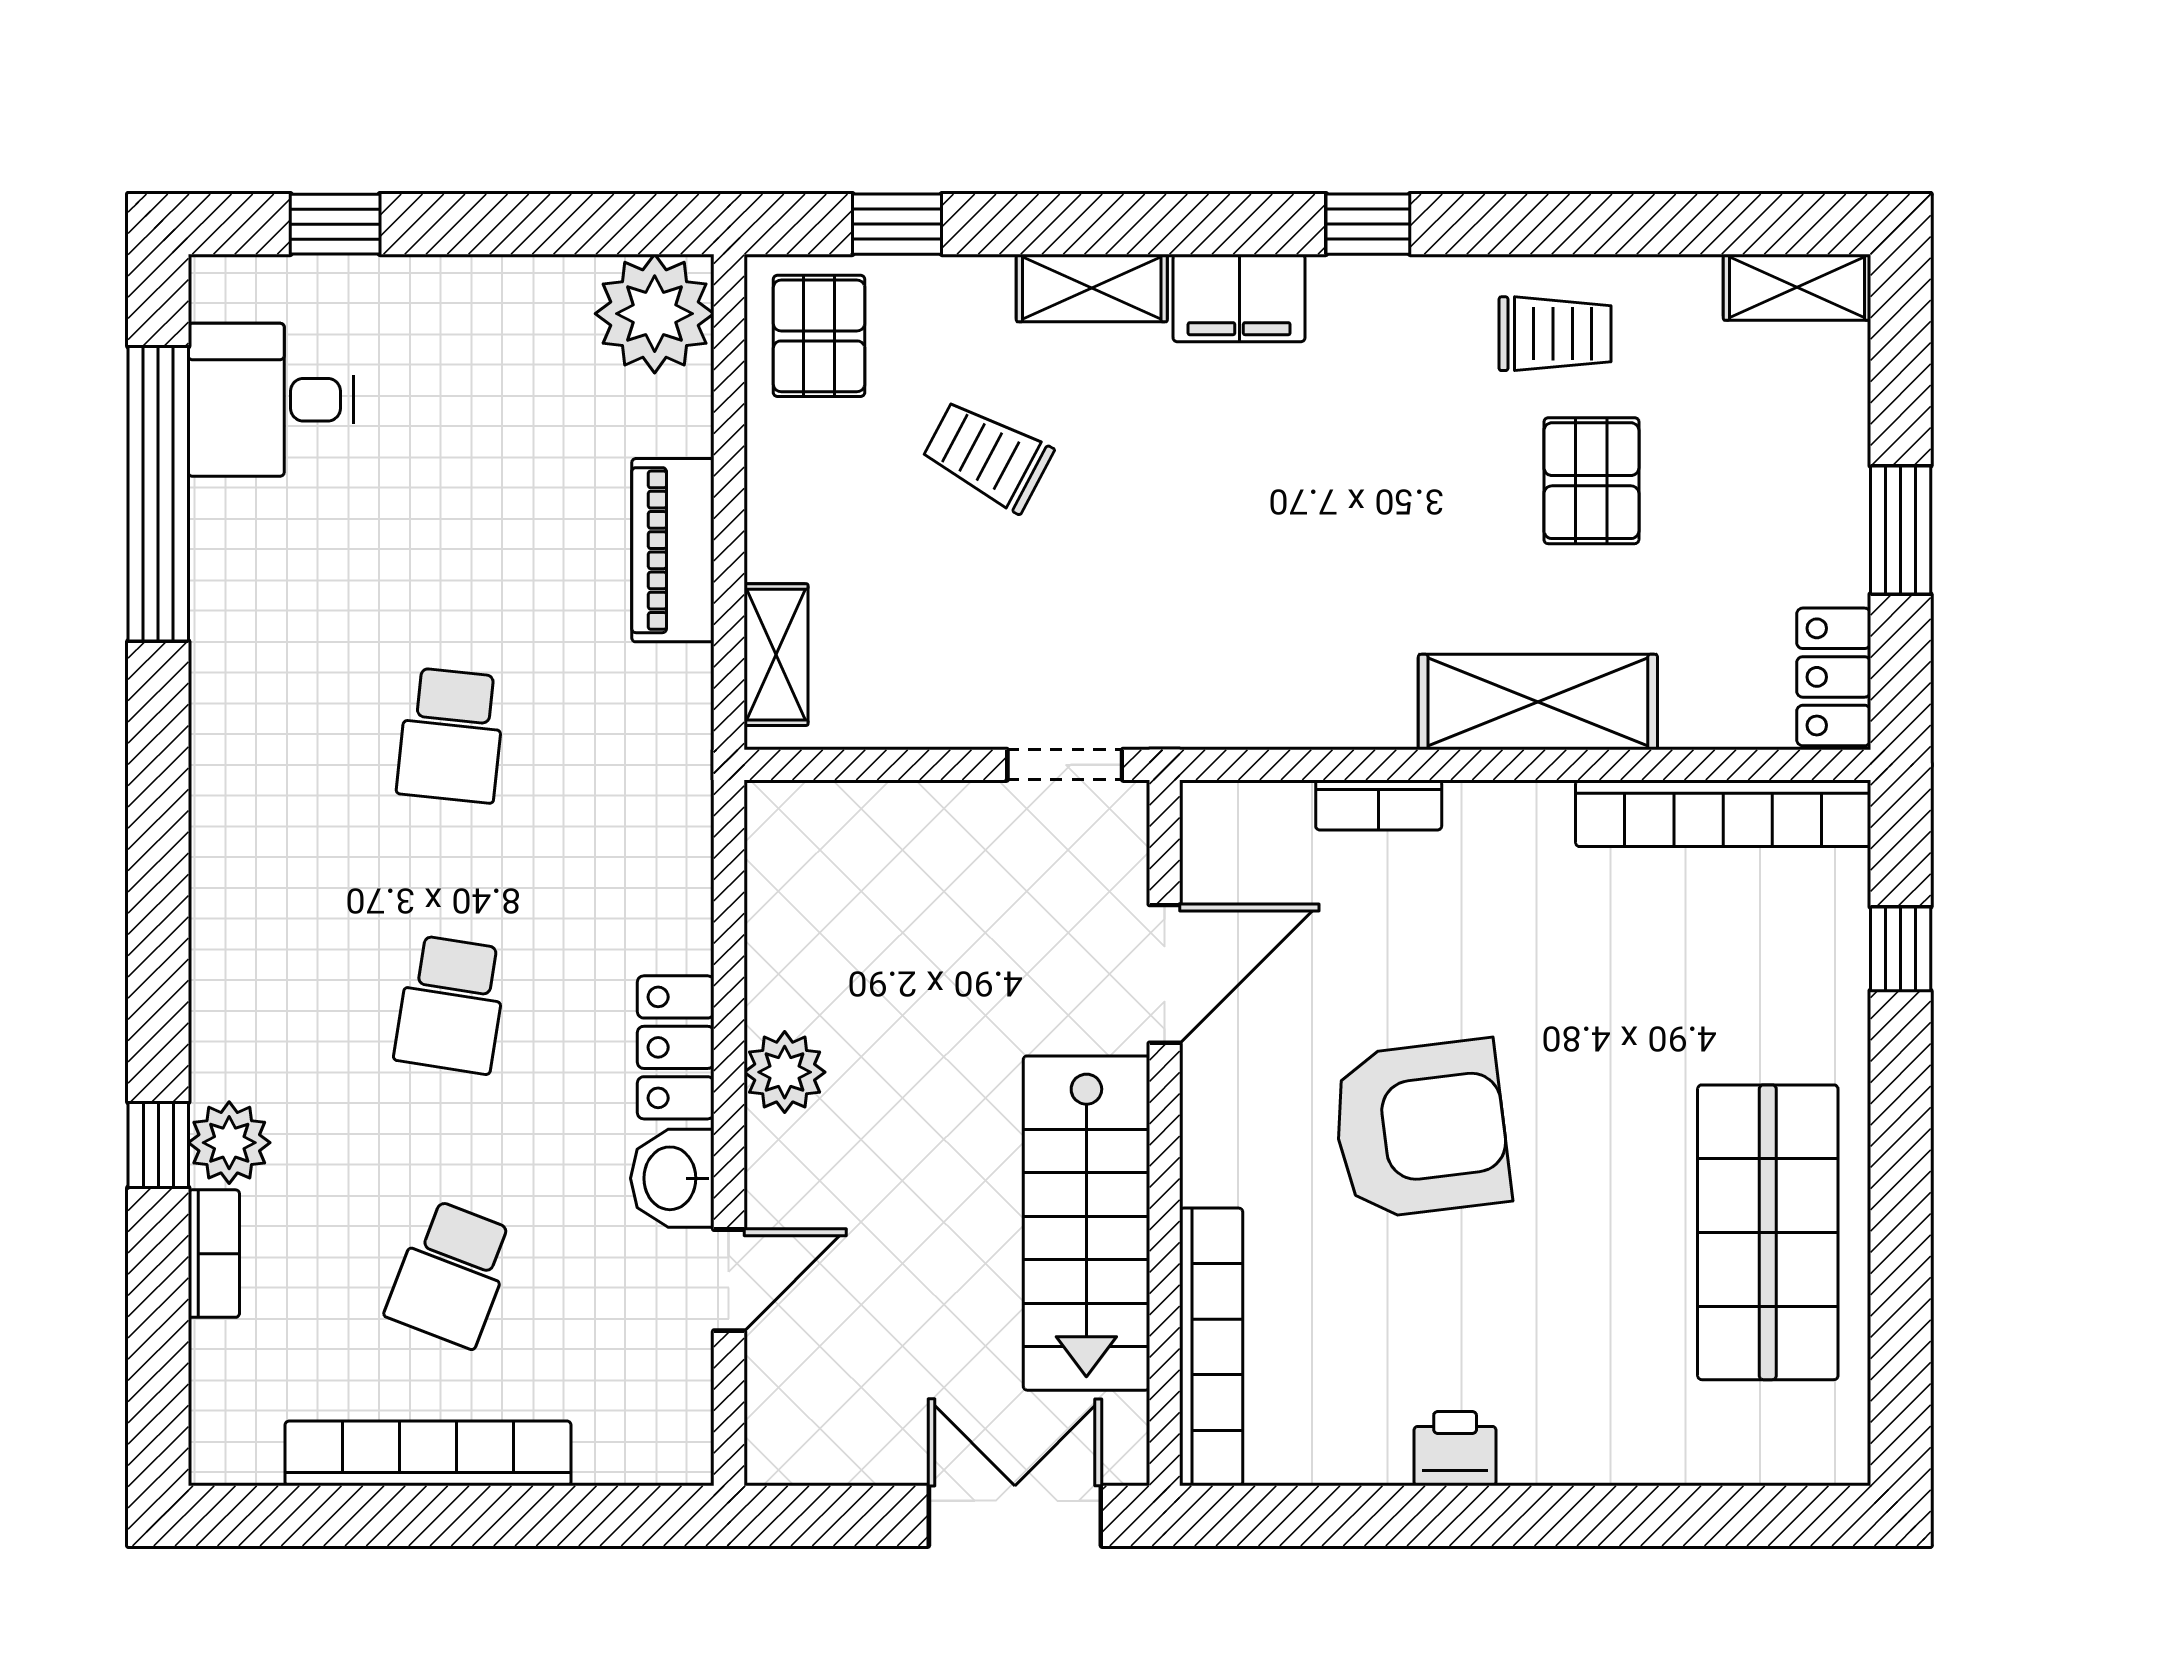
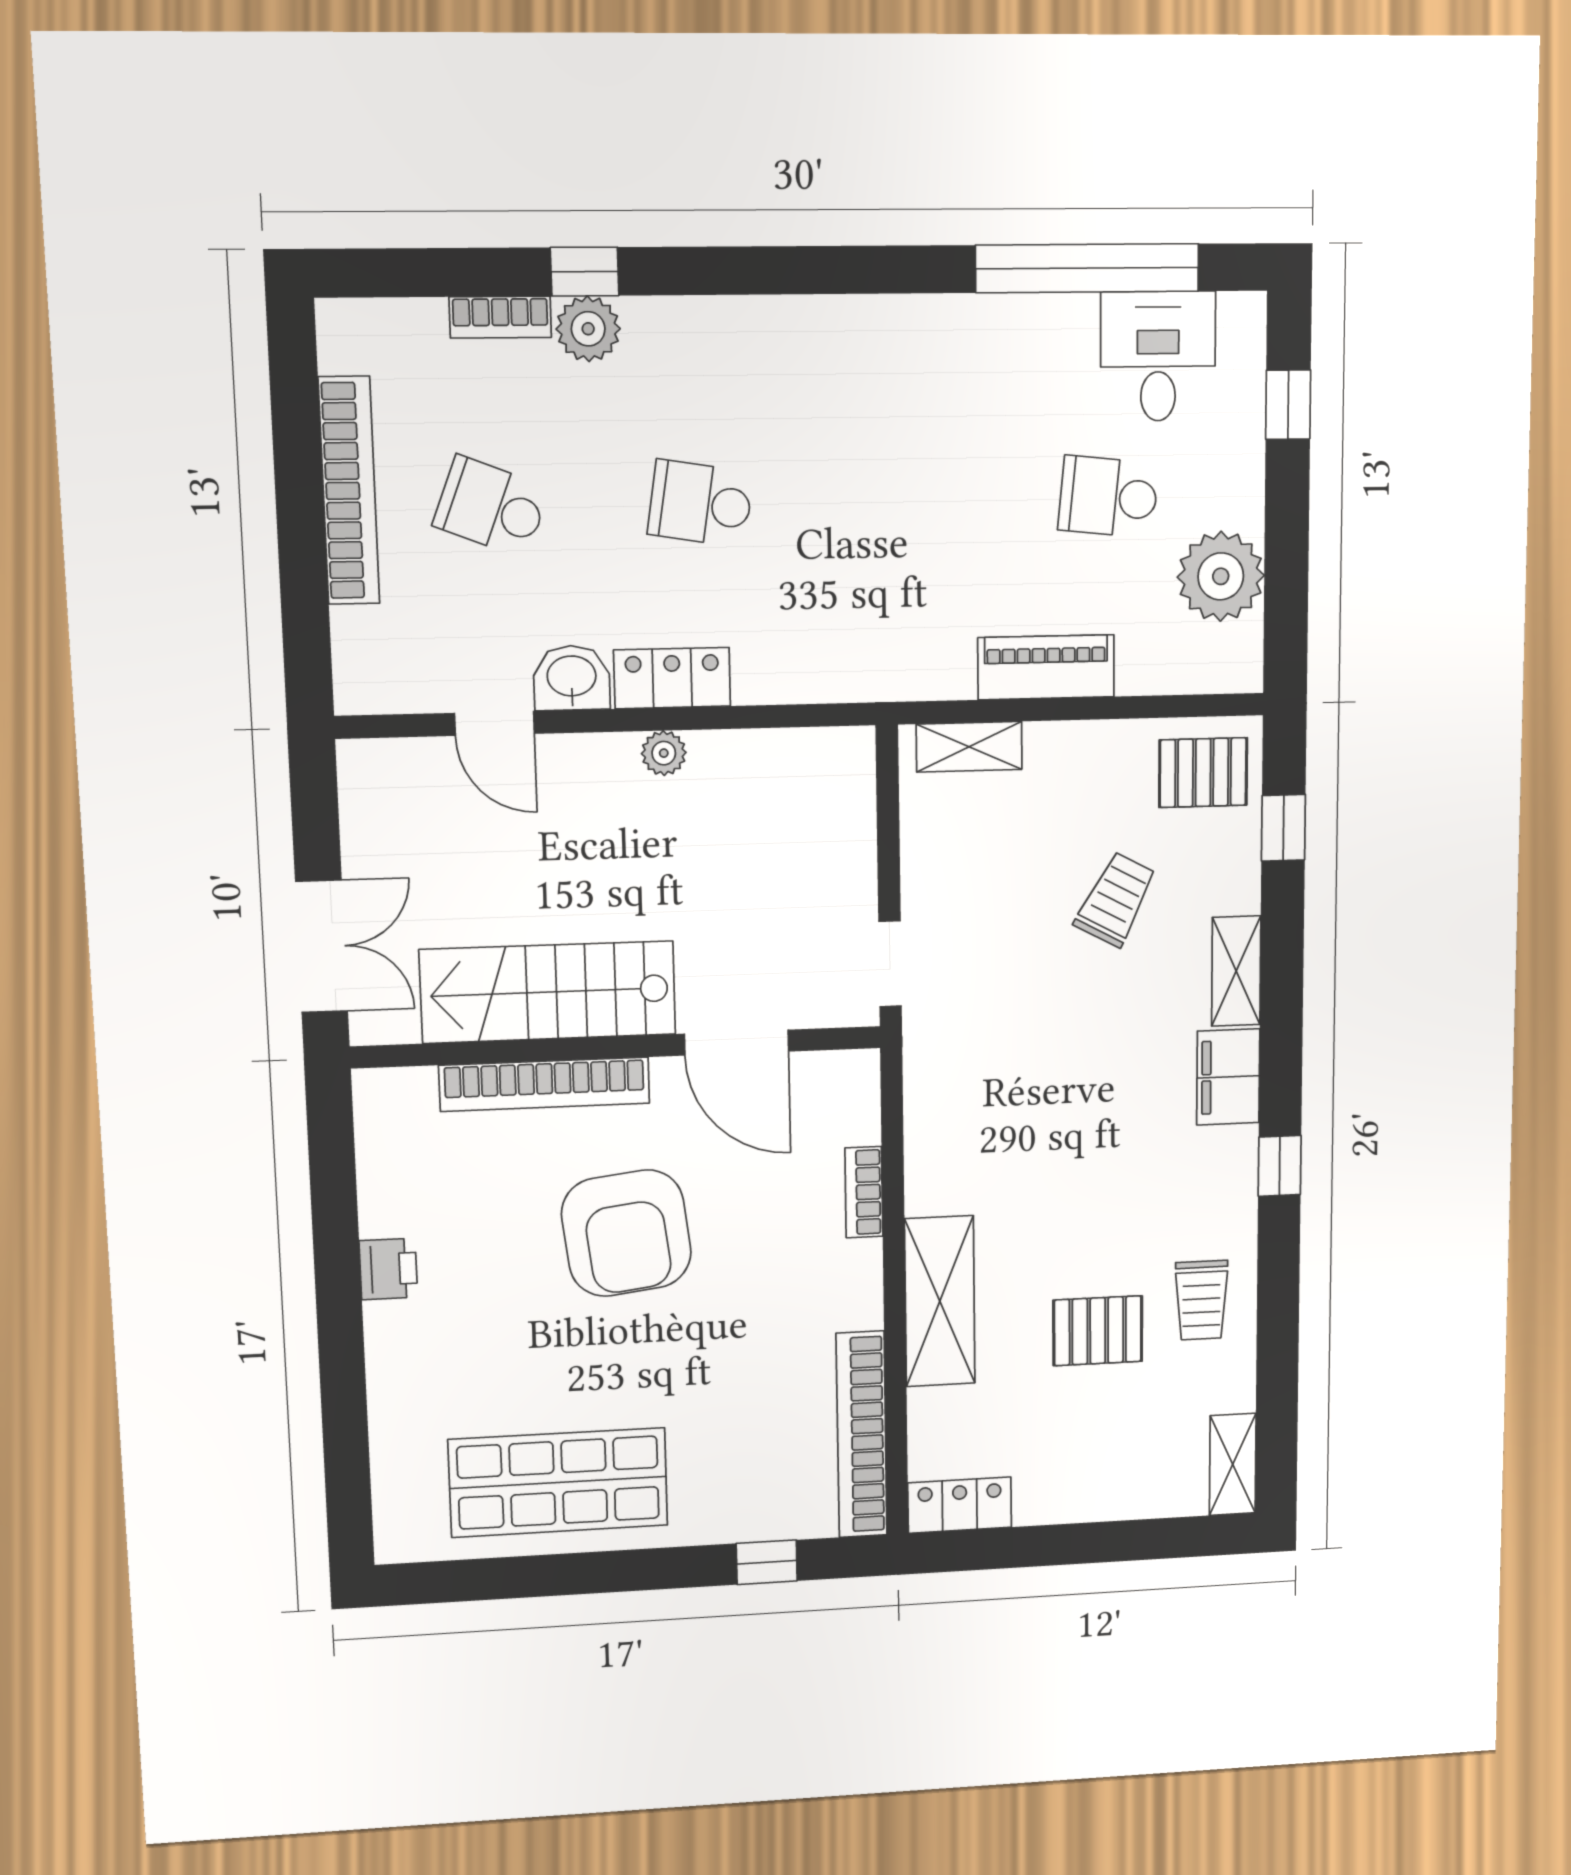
plant: (655, 314) -> (1221, 576), moved
window: (1901, 530) -> (1063, 1544), removed
school desk: (451, 735) -> (1108, 497), moved
plant: (785, 1072) -> (664, 753), width x0.73, depth x0.73
bookcase: (1211, 1347) -> (545, 1084), moved

